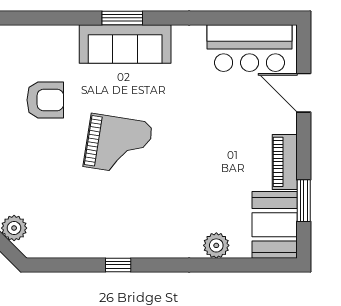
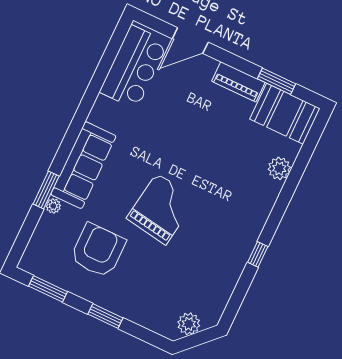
window: (122, 18) -> (46, 190), moved
plant: (69, 33) -> (53, 206), added
armchair: (45, 100) -> (98, 250), width x1.36, depth x1.36

